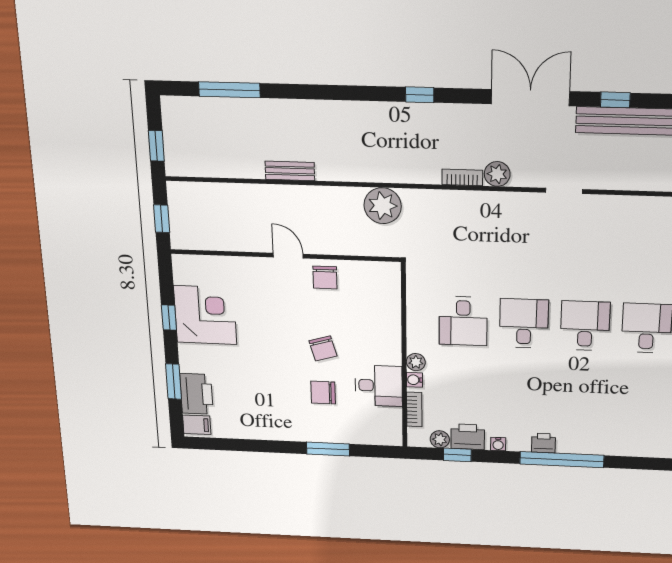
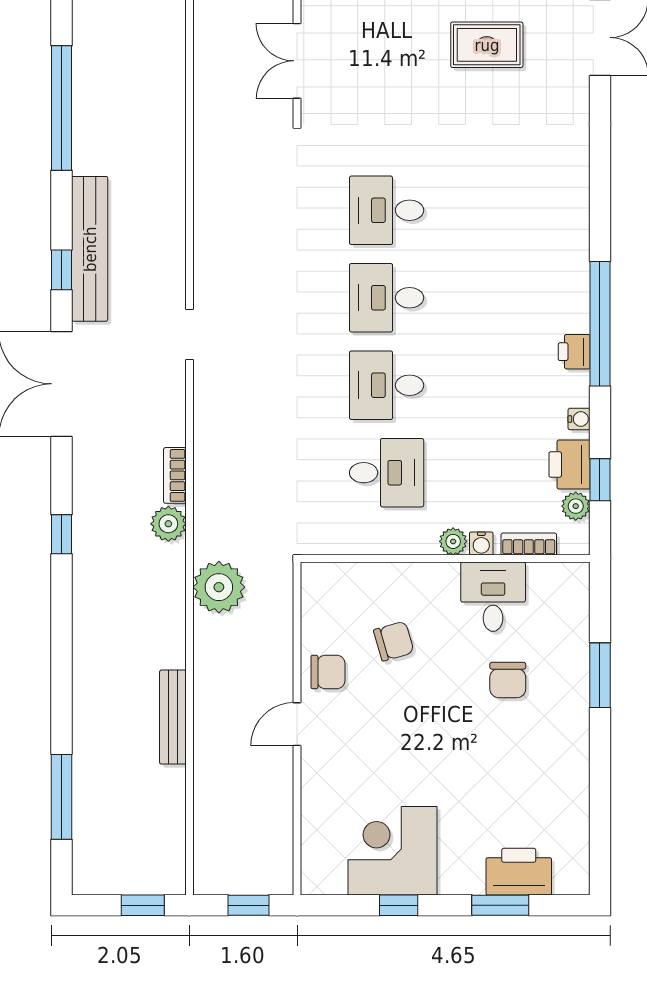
bench: (290, 171) -> (173, 717), width x1.36
plant: (497, 174) -> (168, 524), moved
chair: (323, 348) -> (394, 641), moved
filing cabinet: (197, 425) -> (570, 874), removed

